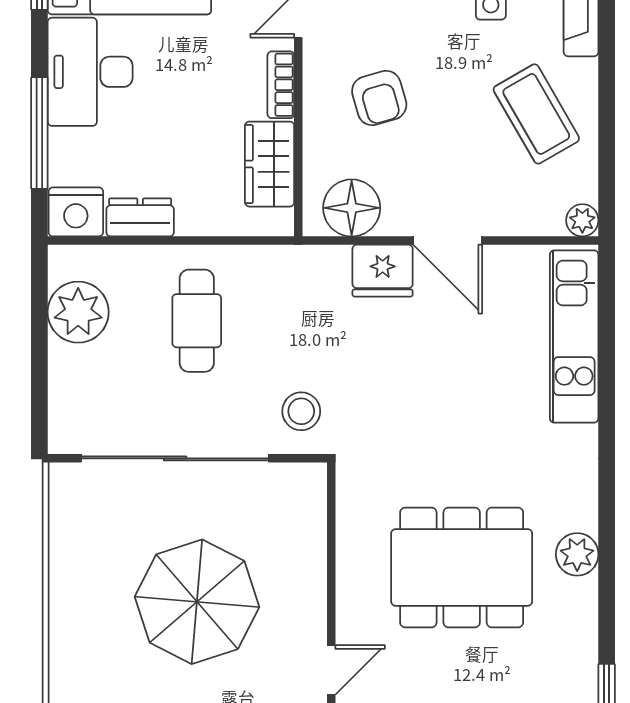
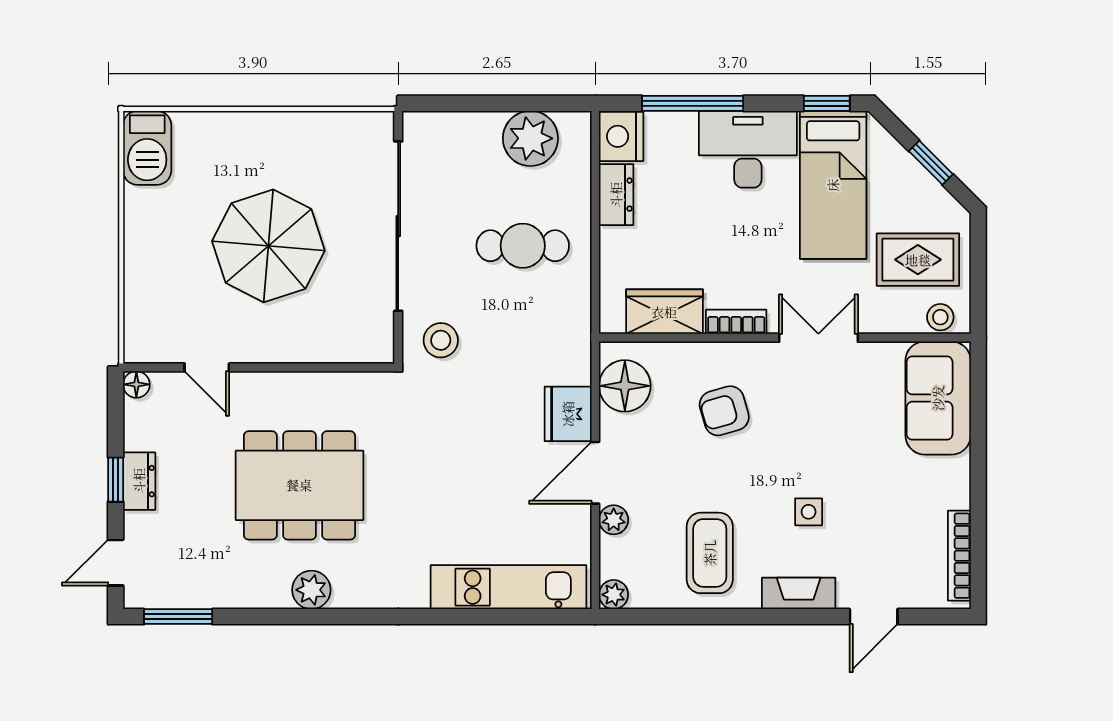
coffee table: (536, 114) -> (710, 553), turned -60
plant: (500, 220) -> (614, 520), added
dining table: (462, 567) -> (299, 485), turned 90

